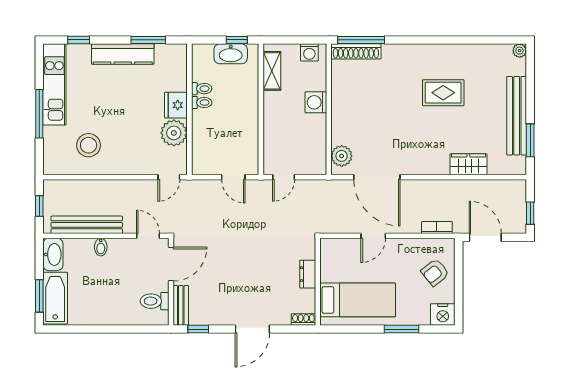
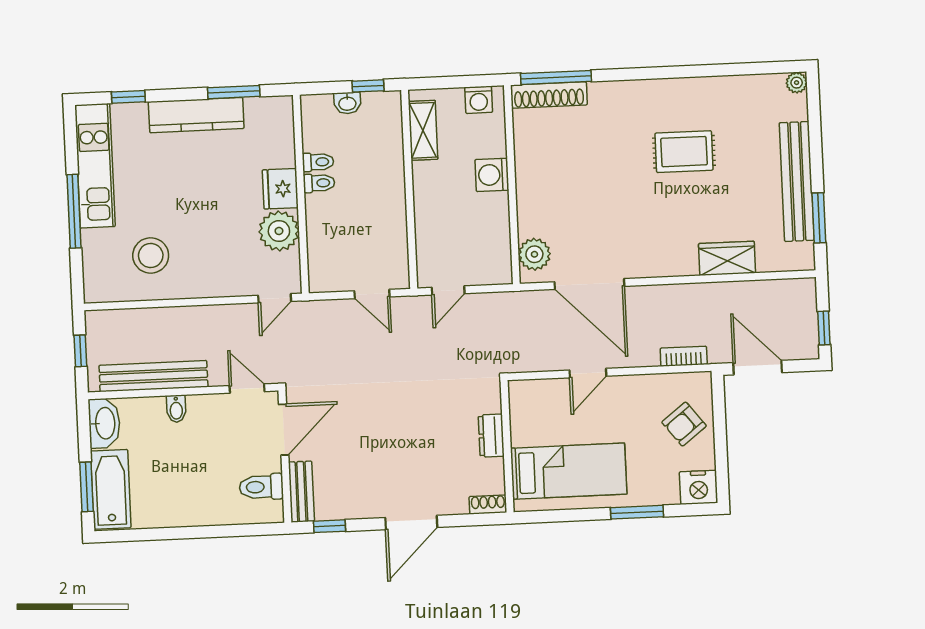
washbasin: (231, 54) -> (347, 103), width x0.52, depth x0.69

